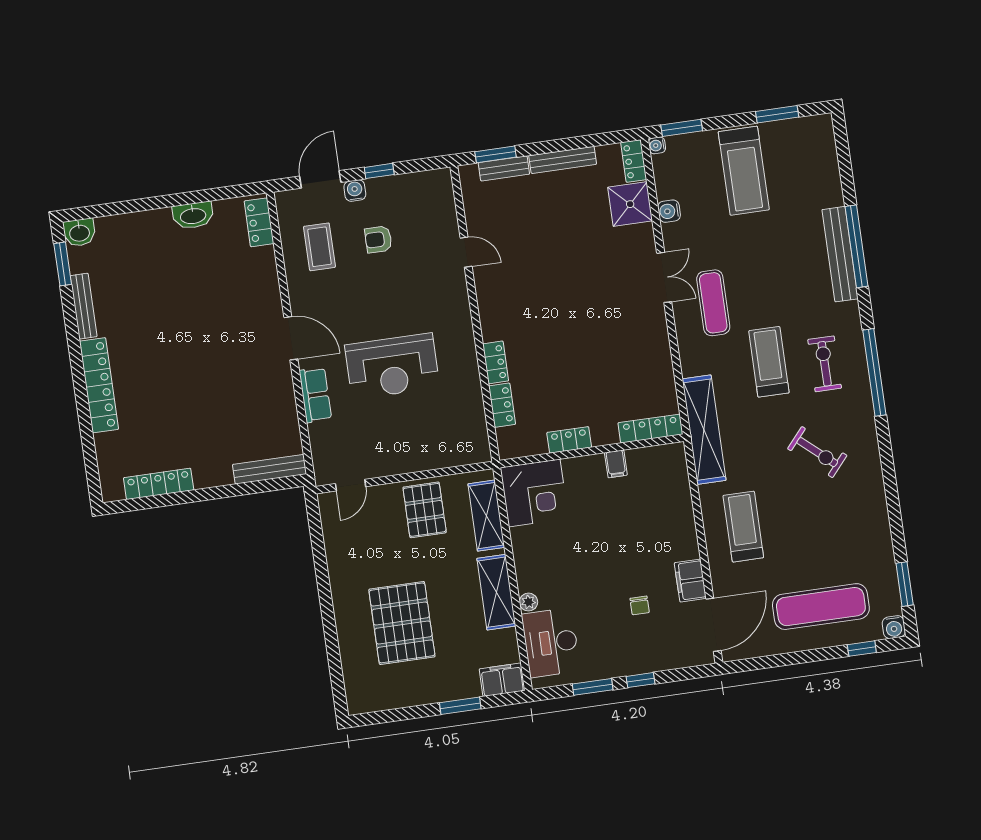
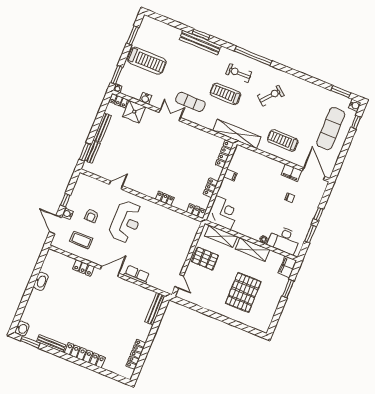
locker: (259, 222) -> (83, 268), moved
window: (856, 246) -> (201, 35), width x0.47
reception desk: (392, 366) -> (126, 222), moved
locker: (502, 405) -> (196, 211), moved
pallet: (402, 623) -> (243, 292), turned 90

